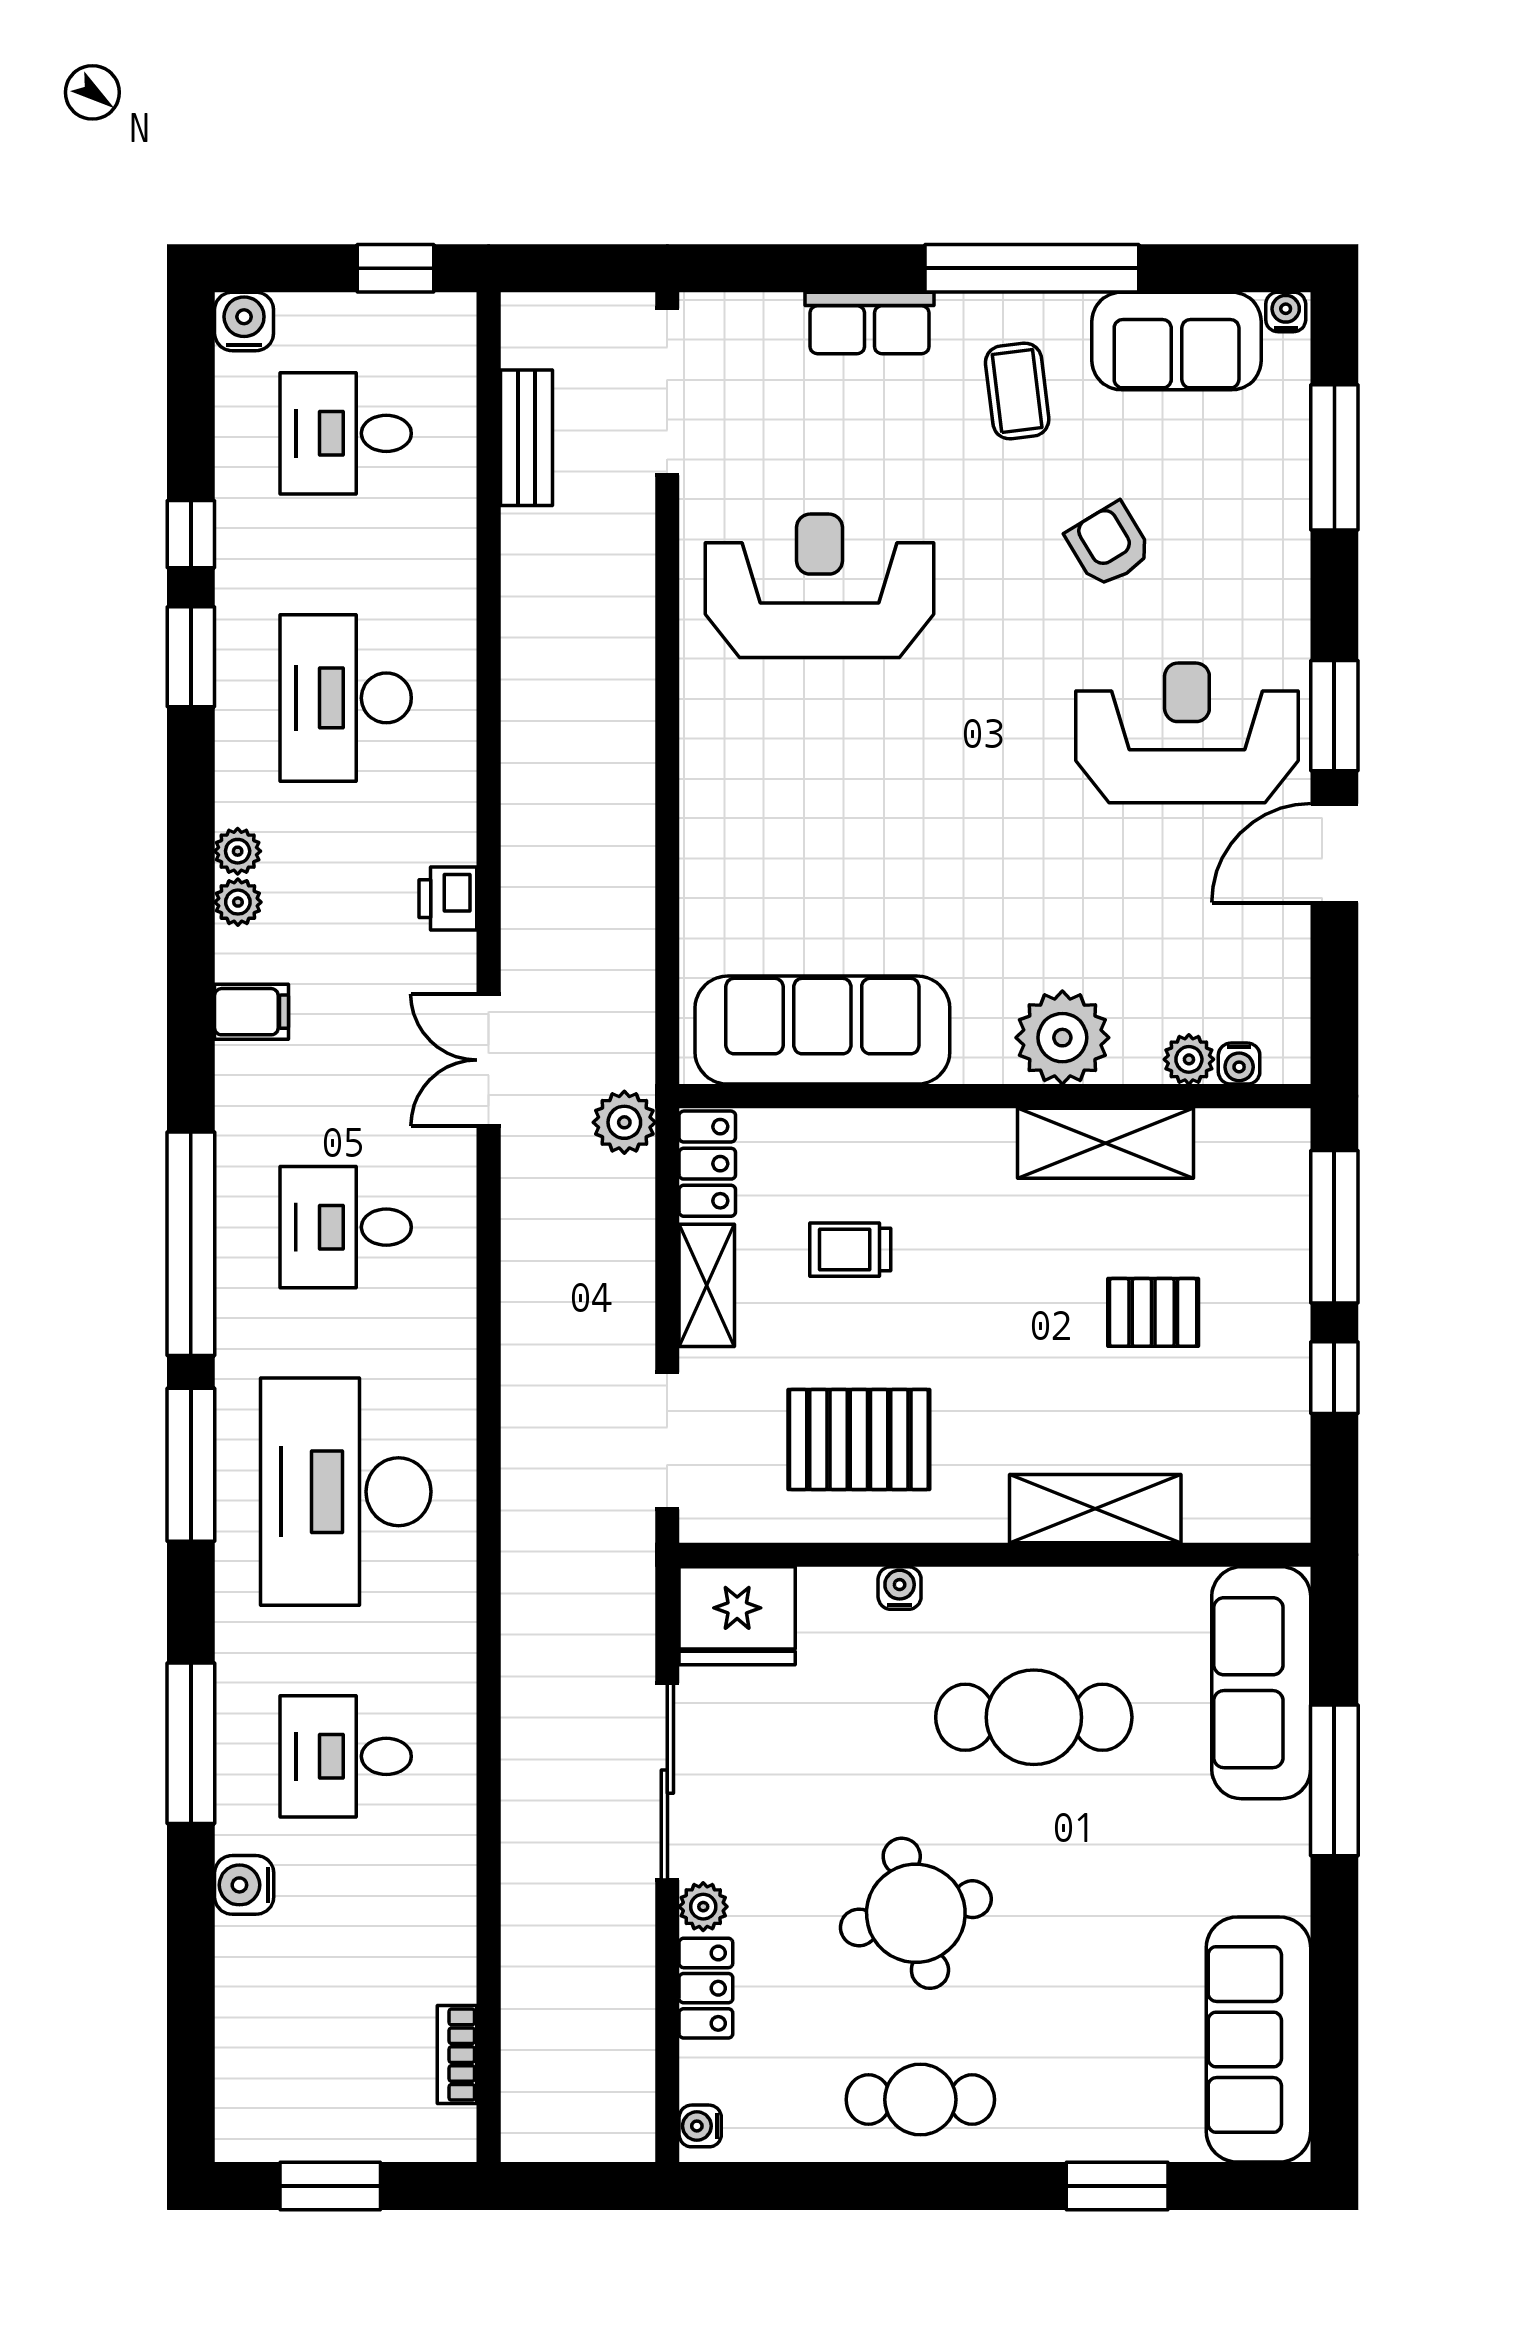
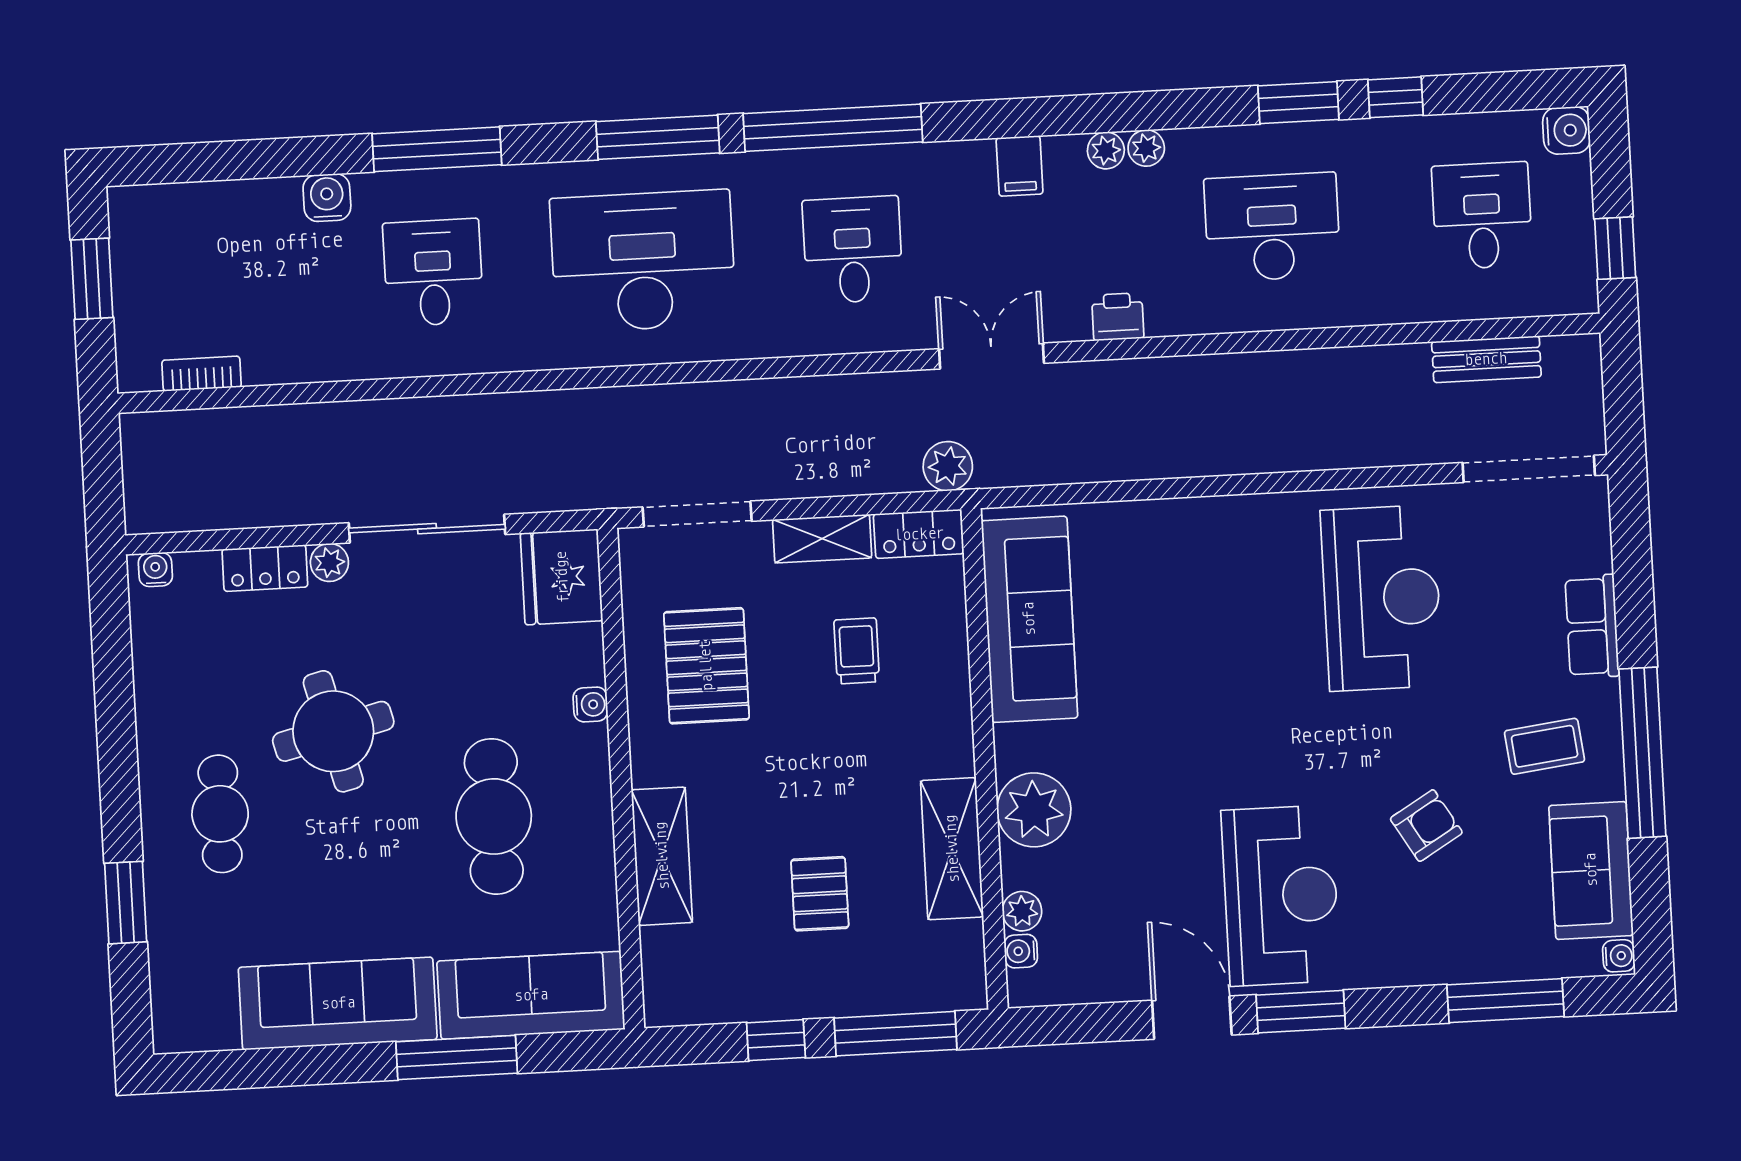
sofa: (1258, 2039) -> (338, 1003), moved
cafe table: (920, 2100) -> (220, 814), moved

